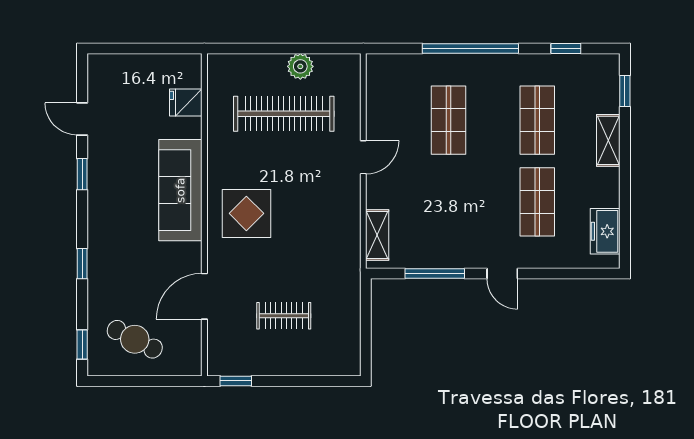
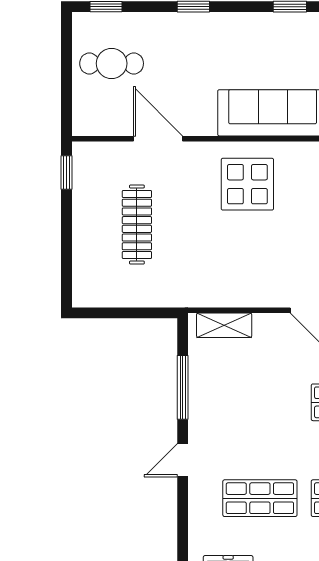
clothes rail: (284, 316) -> (137, 225), width x1.36
cafe table: (135, 339) -> (112, 63), turned 63

